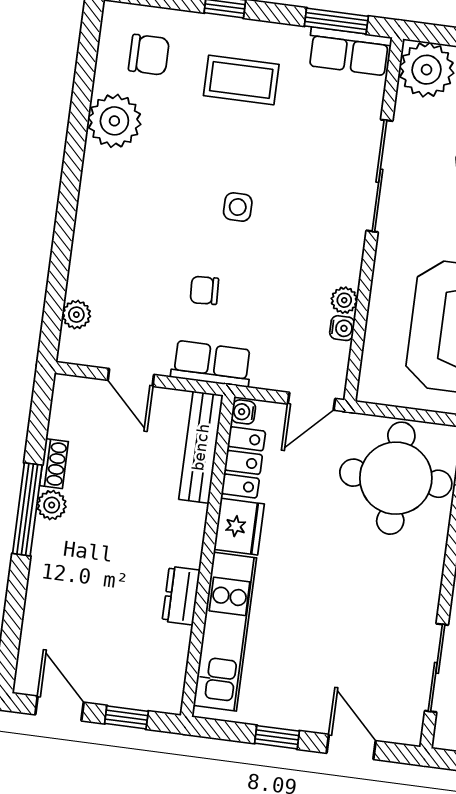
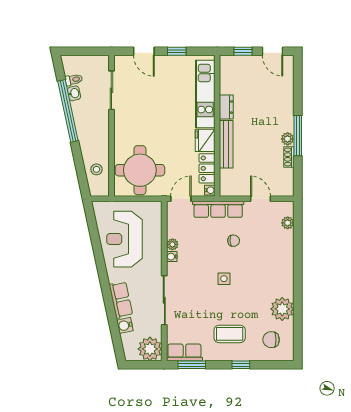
water cooler: (342, 328) -> (172, 257), moved
row of seats: (211, 364) -> (218, 209), width x1.48
bench: (201, 447) -> (226, 144), moved

